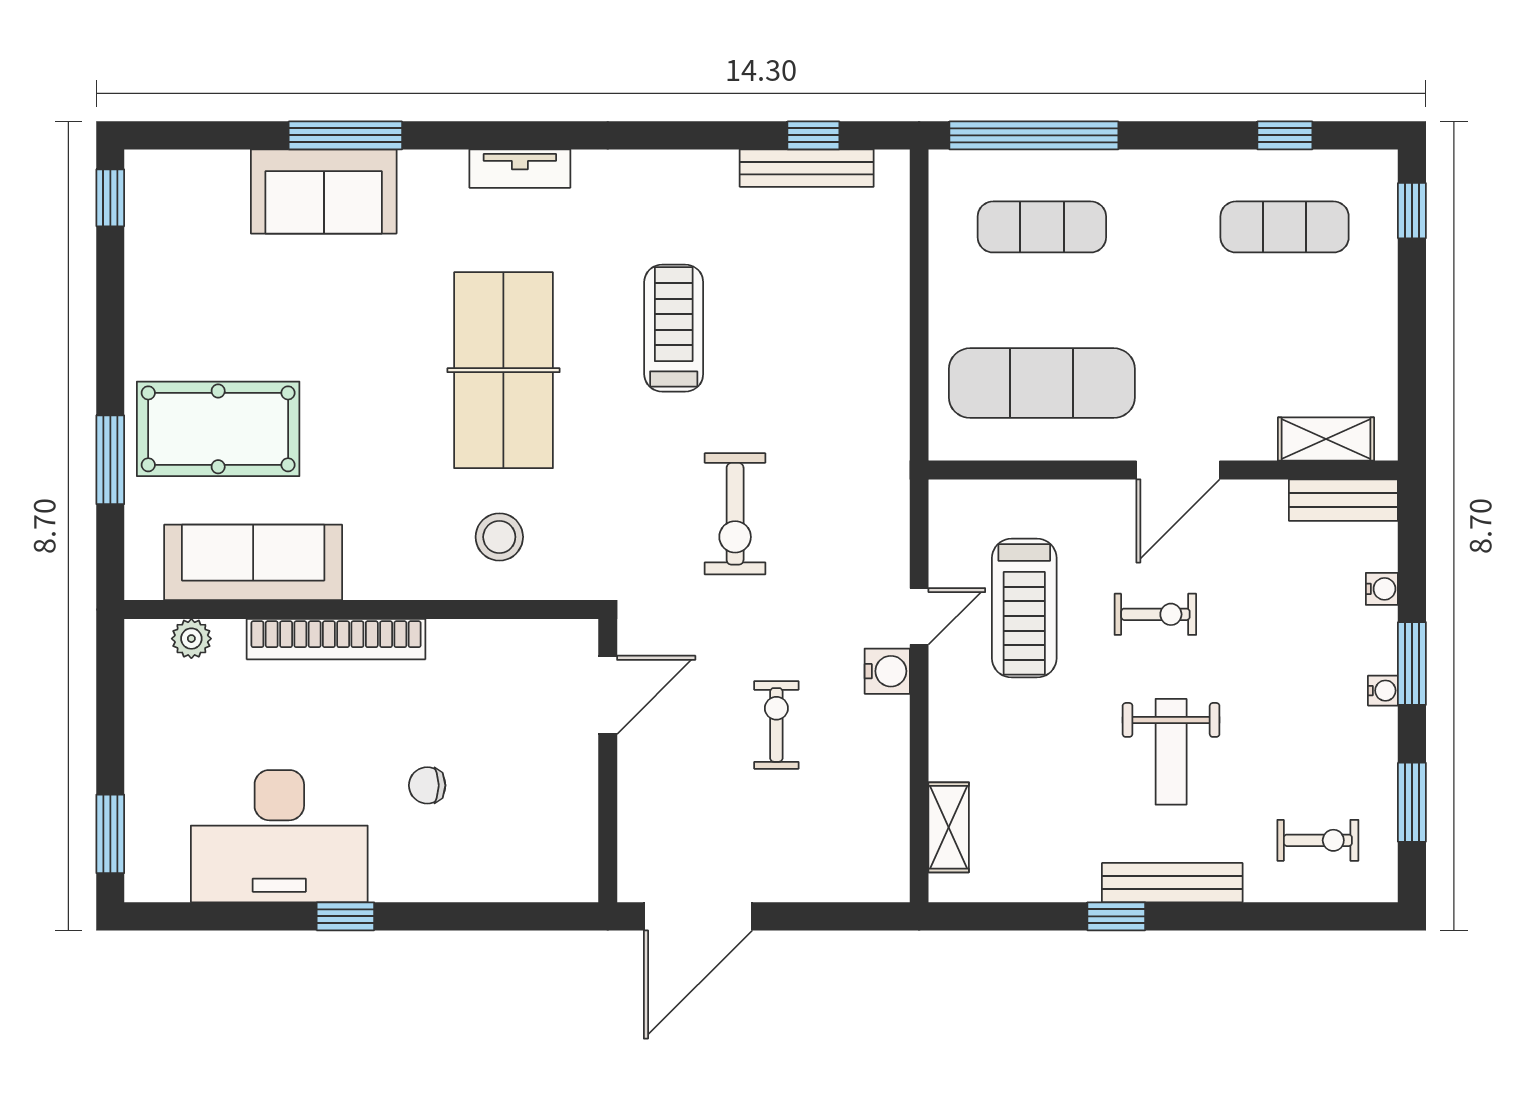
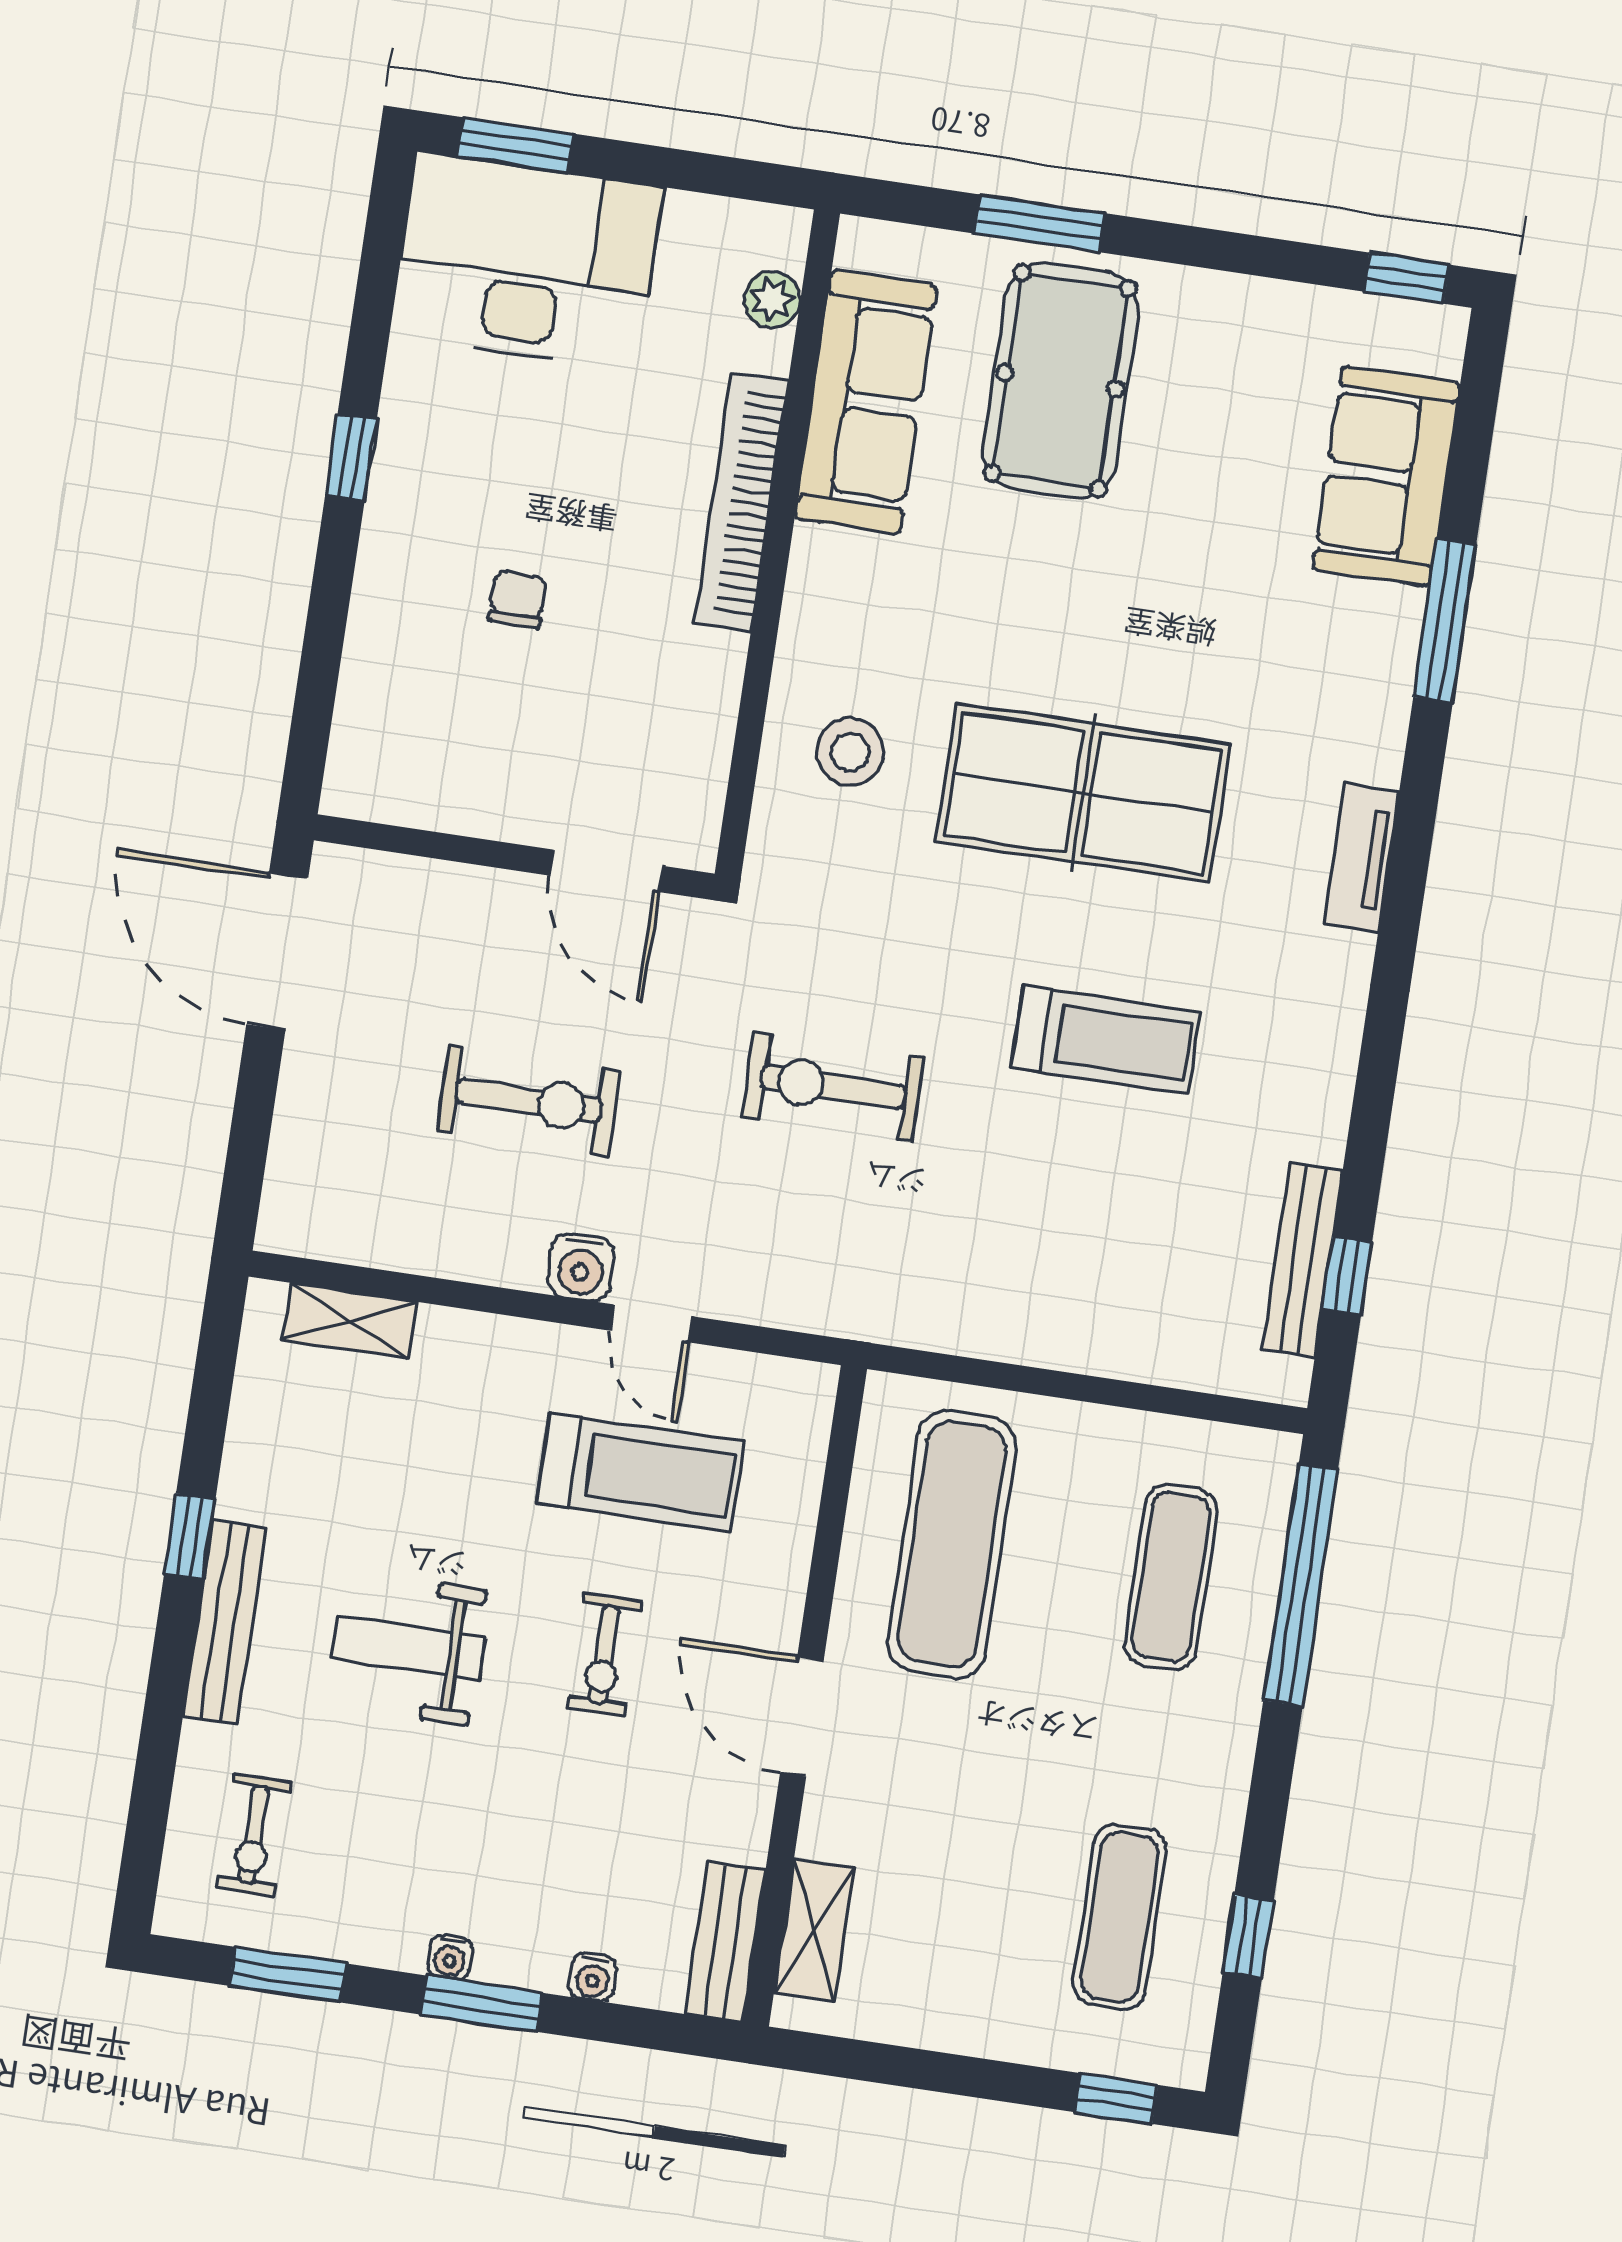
sofa: (324, 191) -> (1386, 476), moved
treadmill: (1024, 608) -> (641, 1472), turned 180
exercise bike: (776, 725) -> (529, 1101), width x1.38, depth x1.39
desk: (279, 836) -> (527, 261), moved, turned 90

